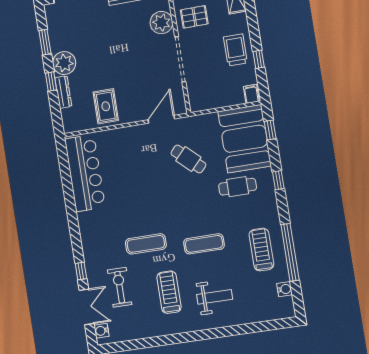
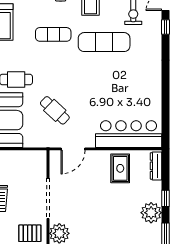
dresser: (63, 92) -> (156, 166), moved
bar counter: (85, 173) -> (129, 134), moved, turned 90
exercise mat: (146, 244) -> (104, 42), width x1.36, depth x1.45

